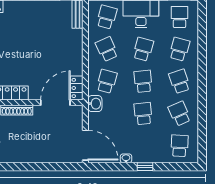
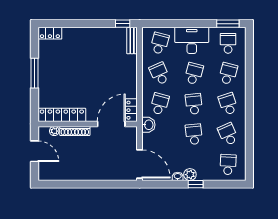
plant: (139, 156) -> (190, 175), added

